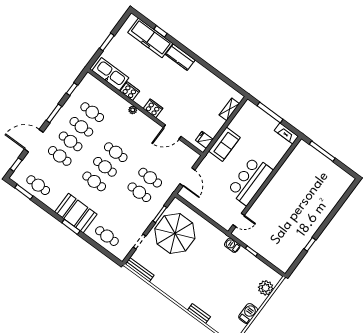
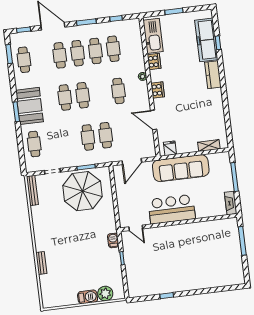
sofa: (224, 144) -> (181, 168), width x1.85, depth x1.27
cafe table: (116, 152) -> (118, 91), moved
barbecue: (248, 314) -> (88, 297), moved

